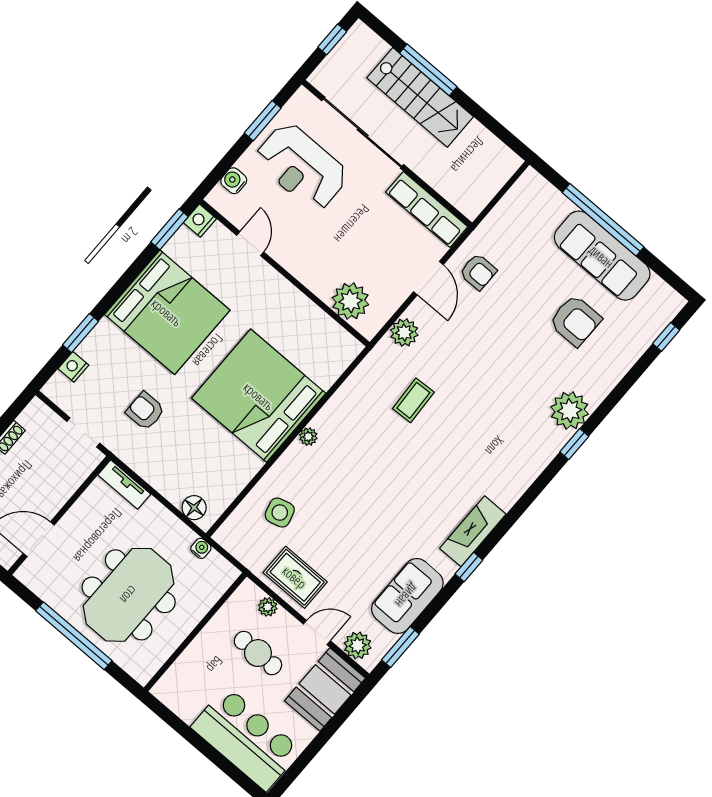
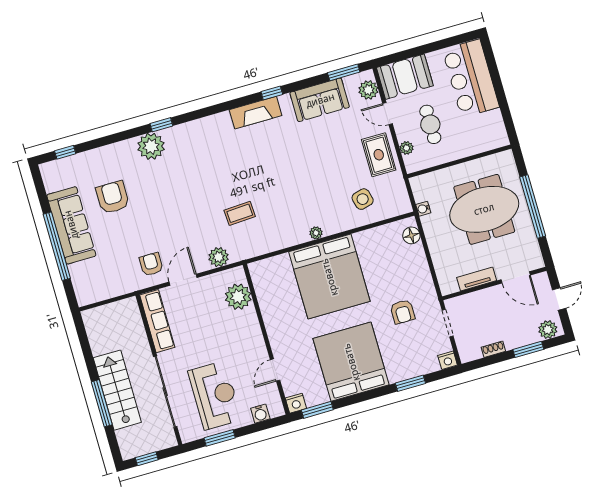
nightstand: (73, 367) -> (448, 360), moved
tv unit: (124, 485) -> (477, 279), moved, turned -90

